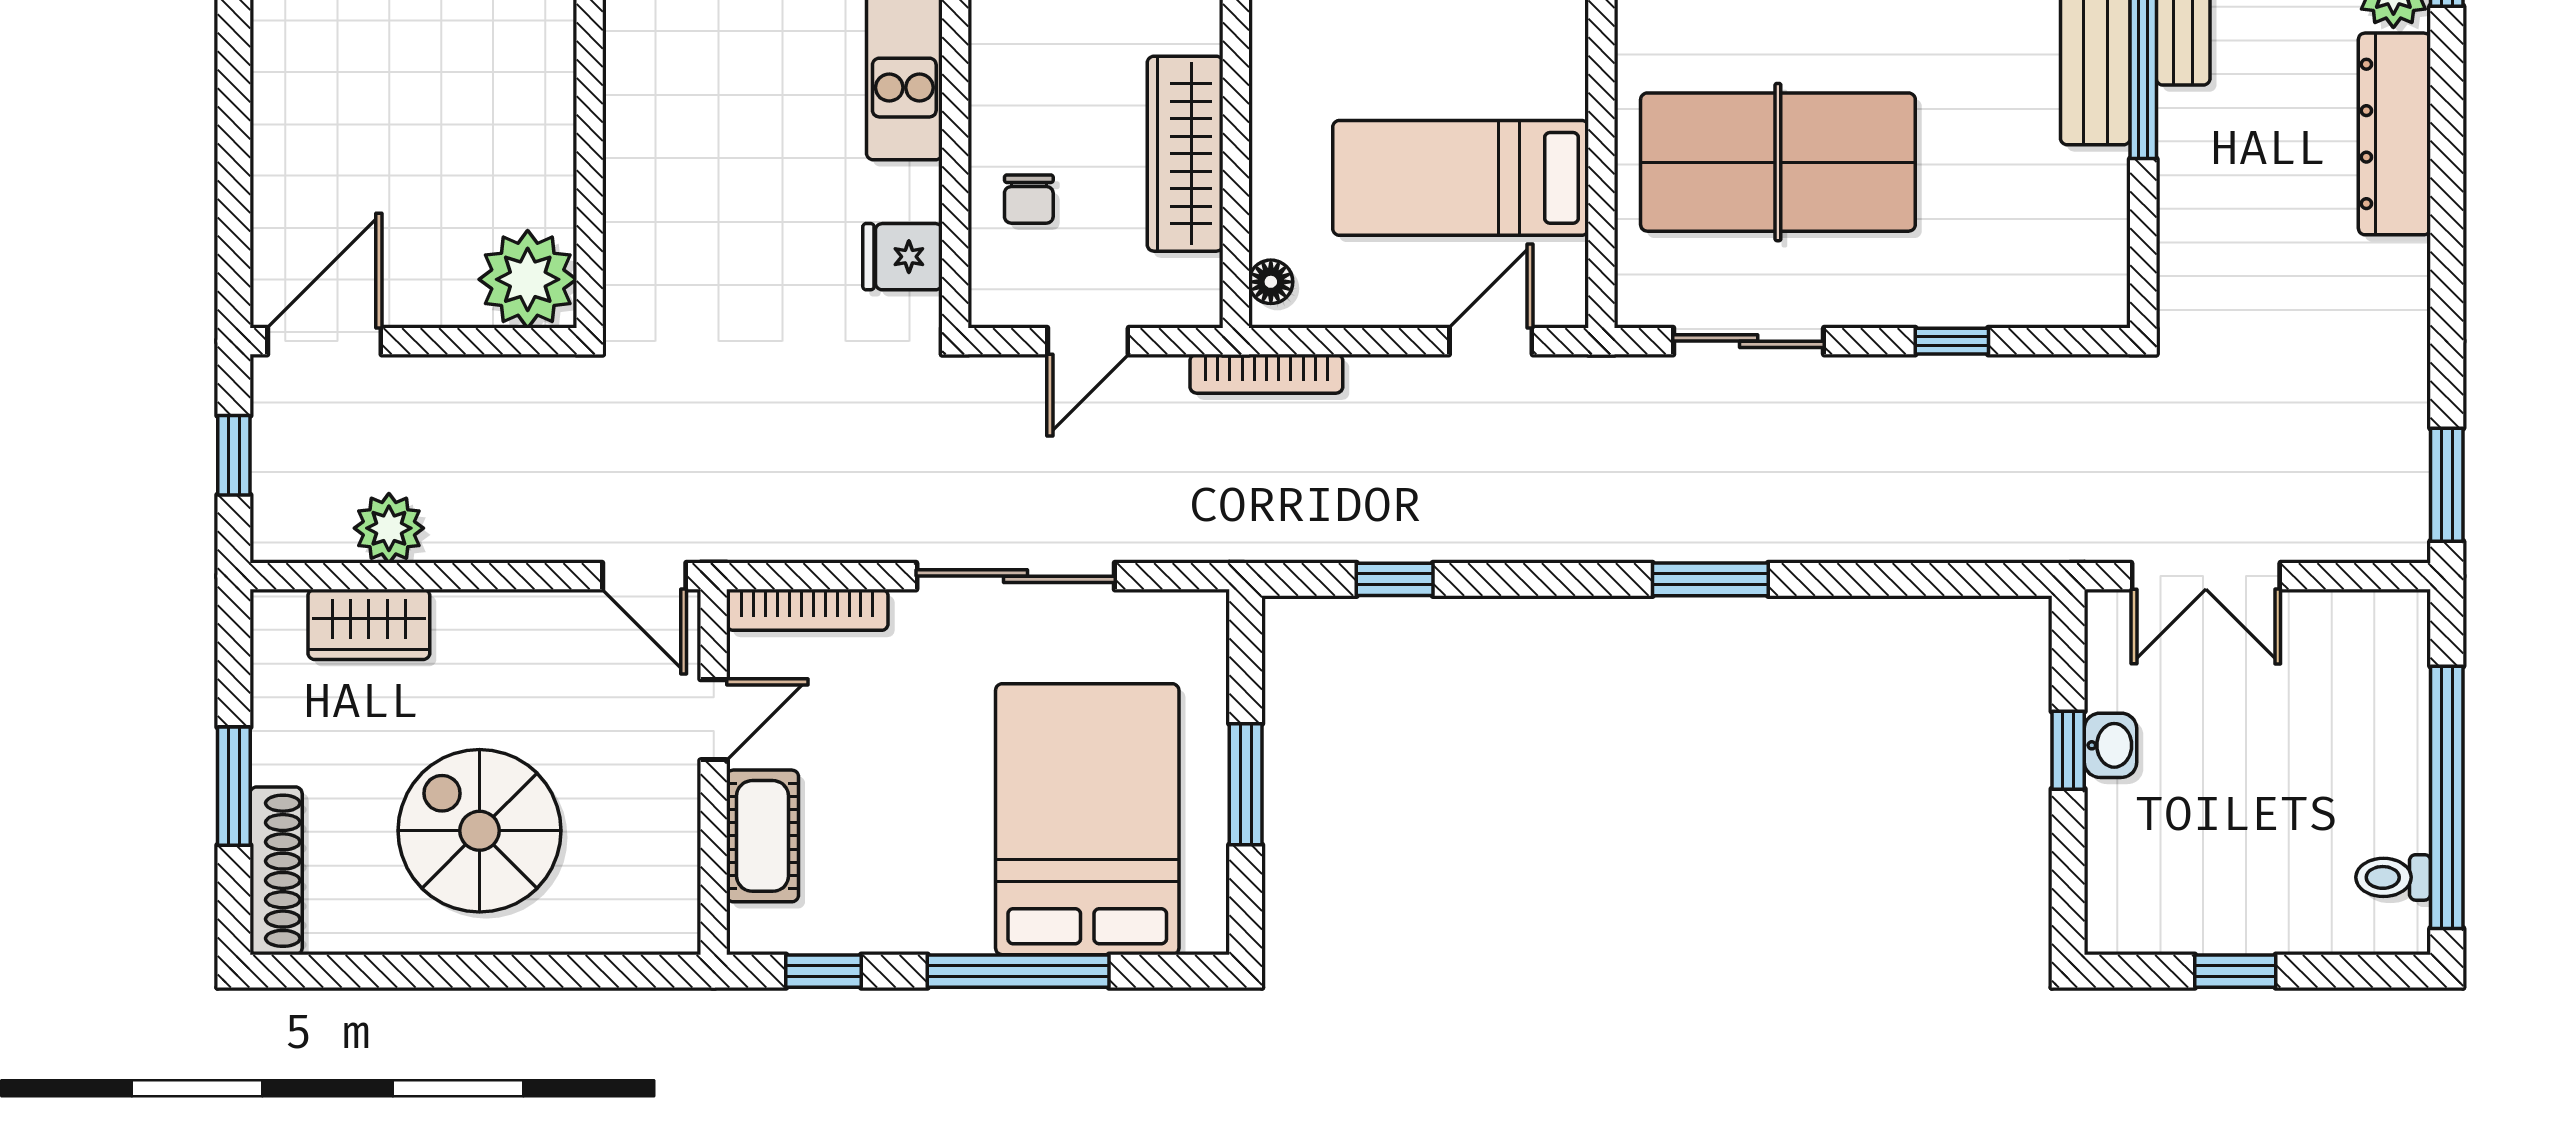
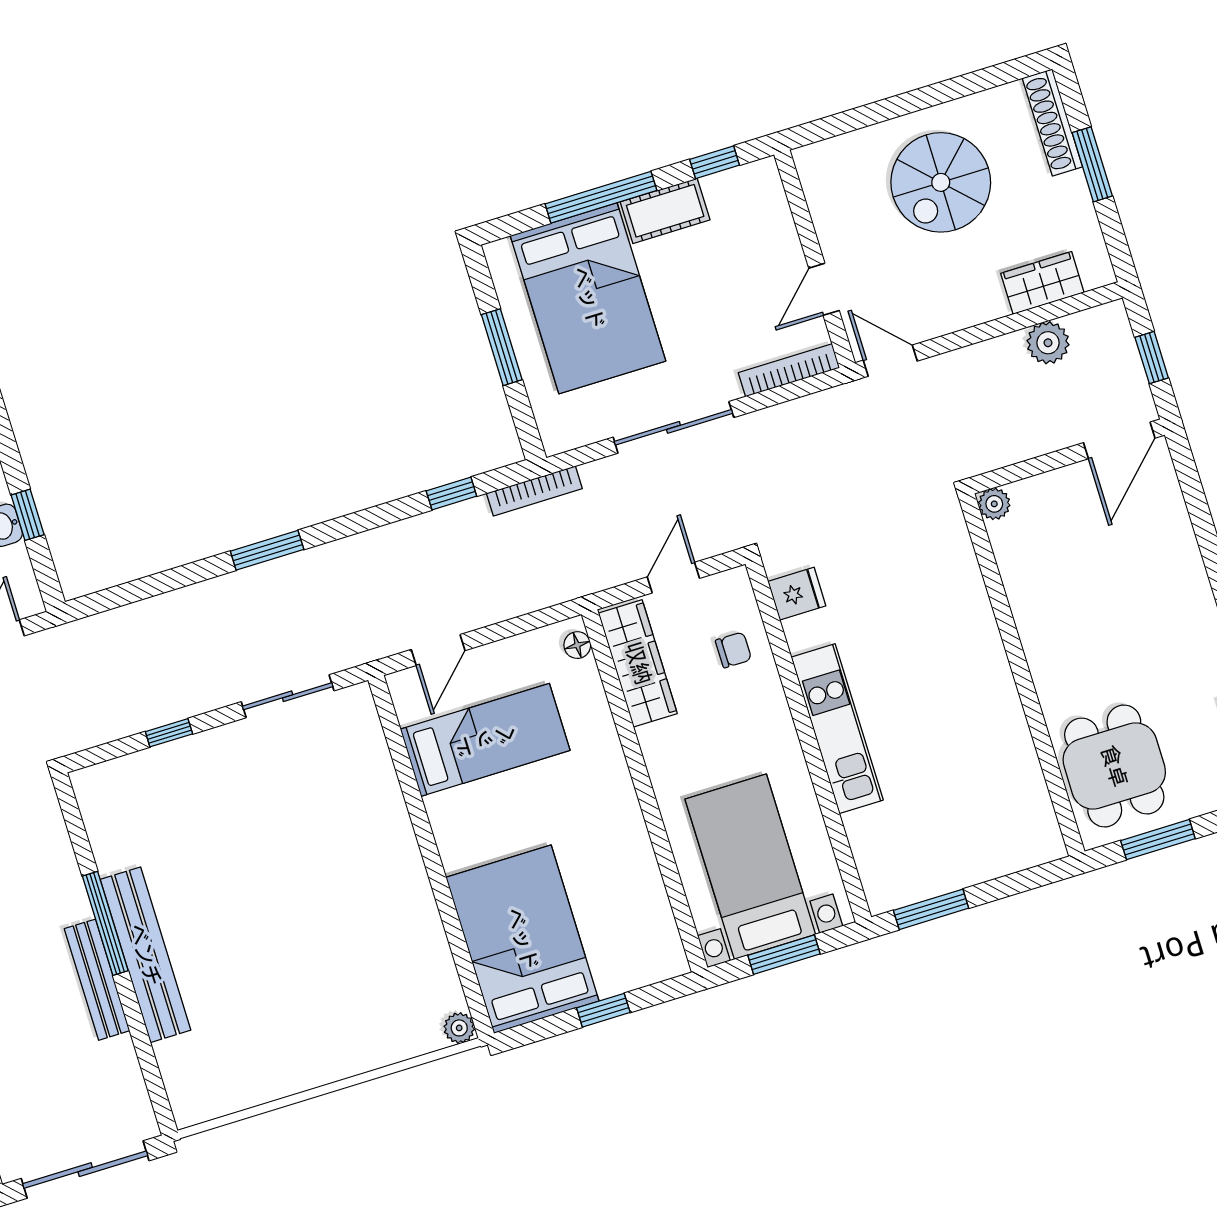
wardrobe: (1185, 154) -> (638, 663), moved
table tennis table: (1778, 162) -> (303, 806), removed
chair: (1029, 199) -> (733, 650), turned 90
plant: (528, 279) -> (994, 504), width x0.53, depth x0.53
bookcase: (1266, 374) -> (534, 491), moved, turned 180
spiral stairs: (479, 831) -> (941, 182), turned 90
cot: (763, 836) -> (665, 211), moved, turned 90

